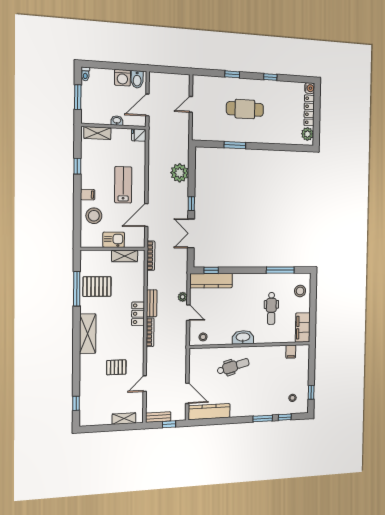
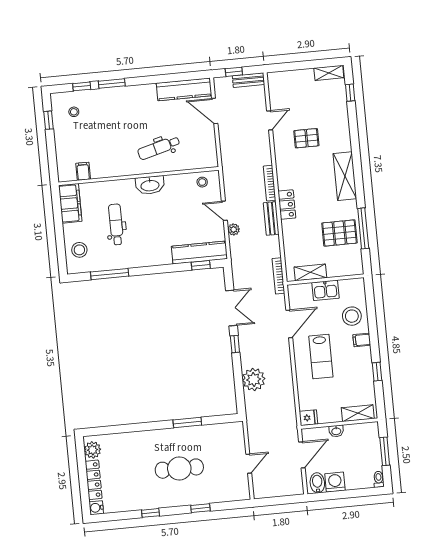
shelving: (124, 419) -> (329, 73), moved

